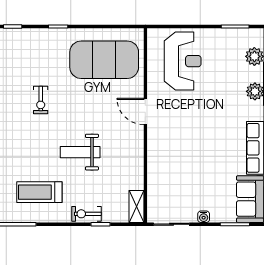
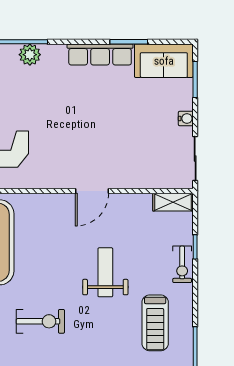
exercise bike: (41, 100) -> (40, 321), width x1.38, depth x1.39
door: (145, 111) -> (92, 191), moved
weight bench: (80, 152) -> (105, 272), turned 180

